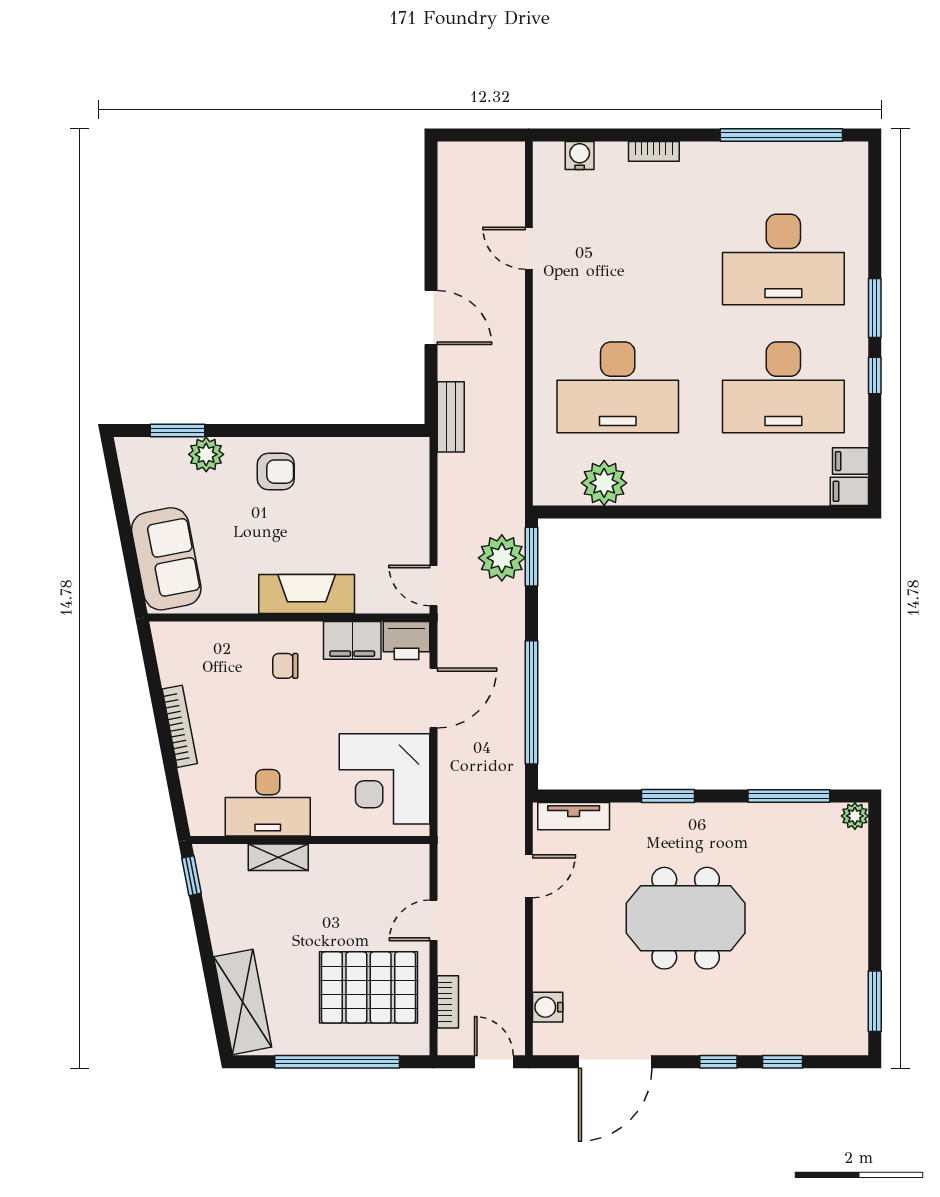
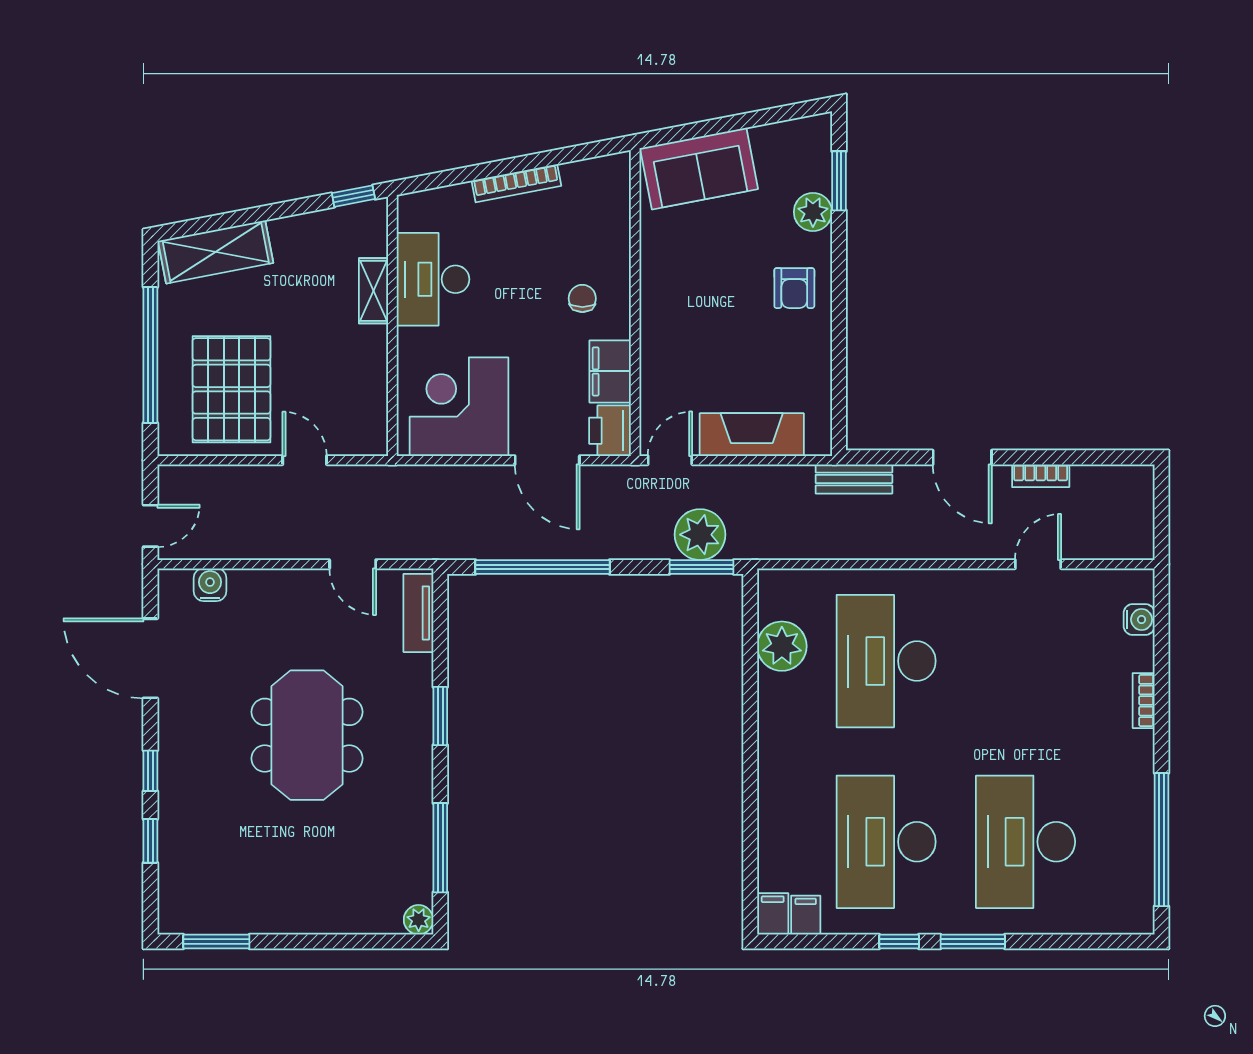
door: (431, 318) -> (962, 457), hinge flipped
fireplace: (307, 594) -> (752, 435), moved, turned -90
bookcase: (448, 1002) -> (1041, 476), moved

